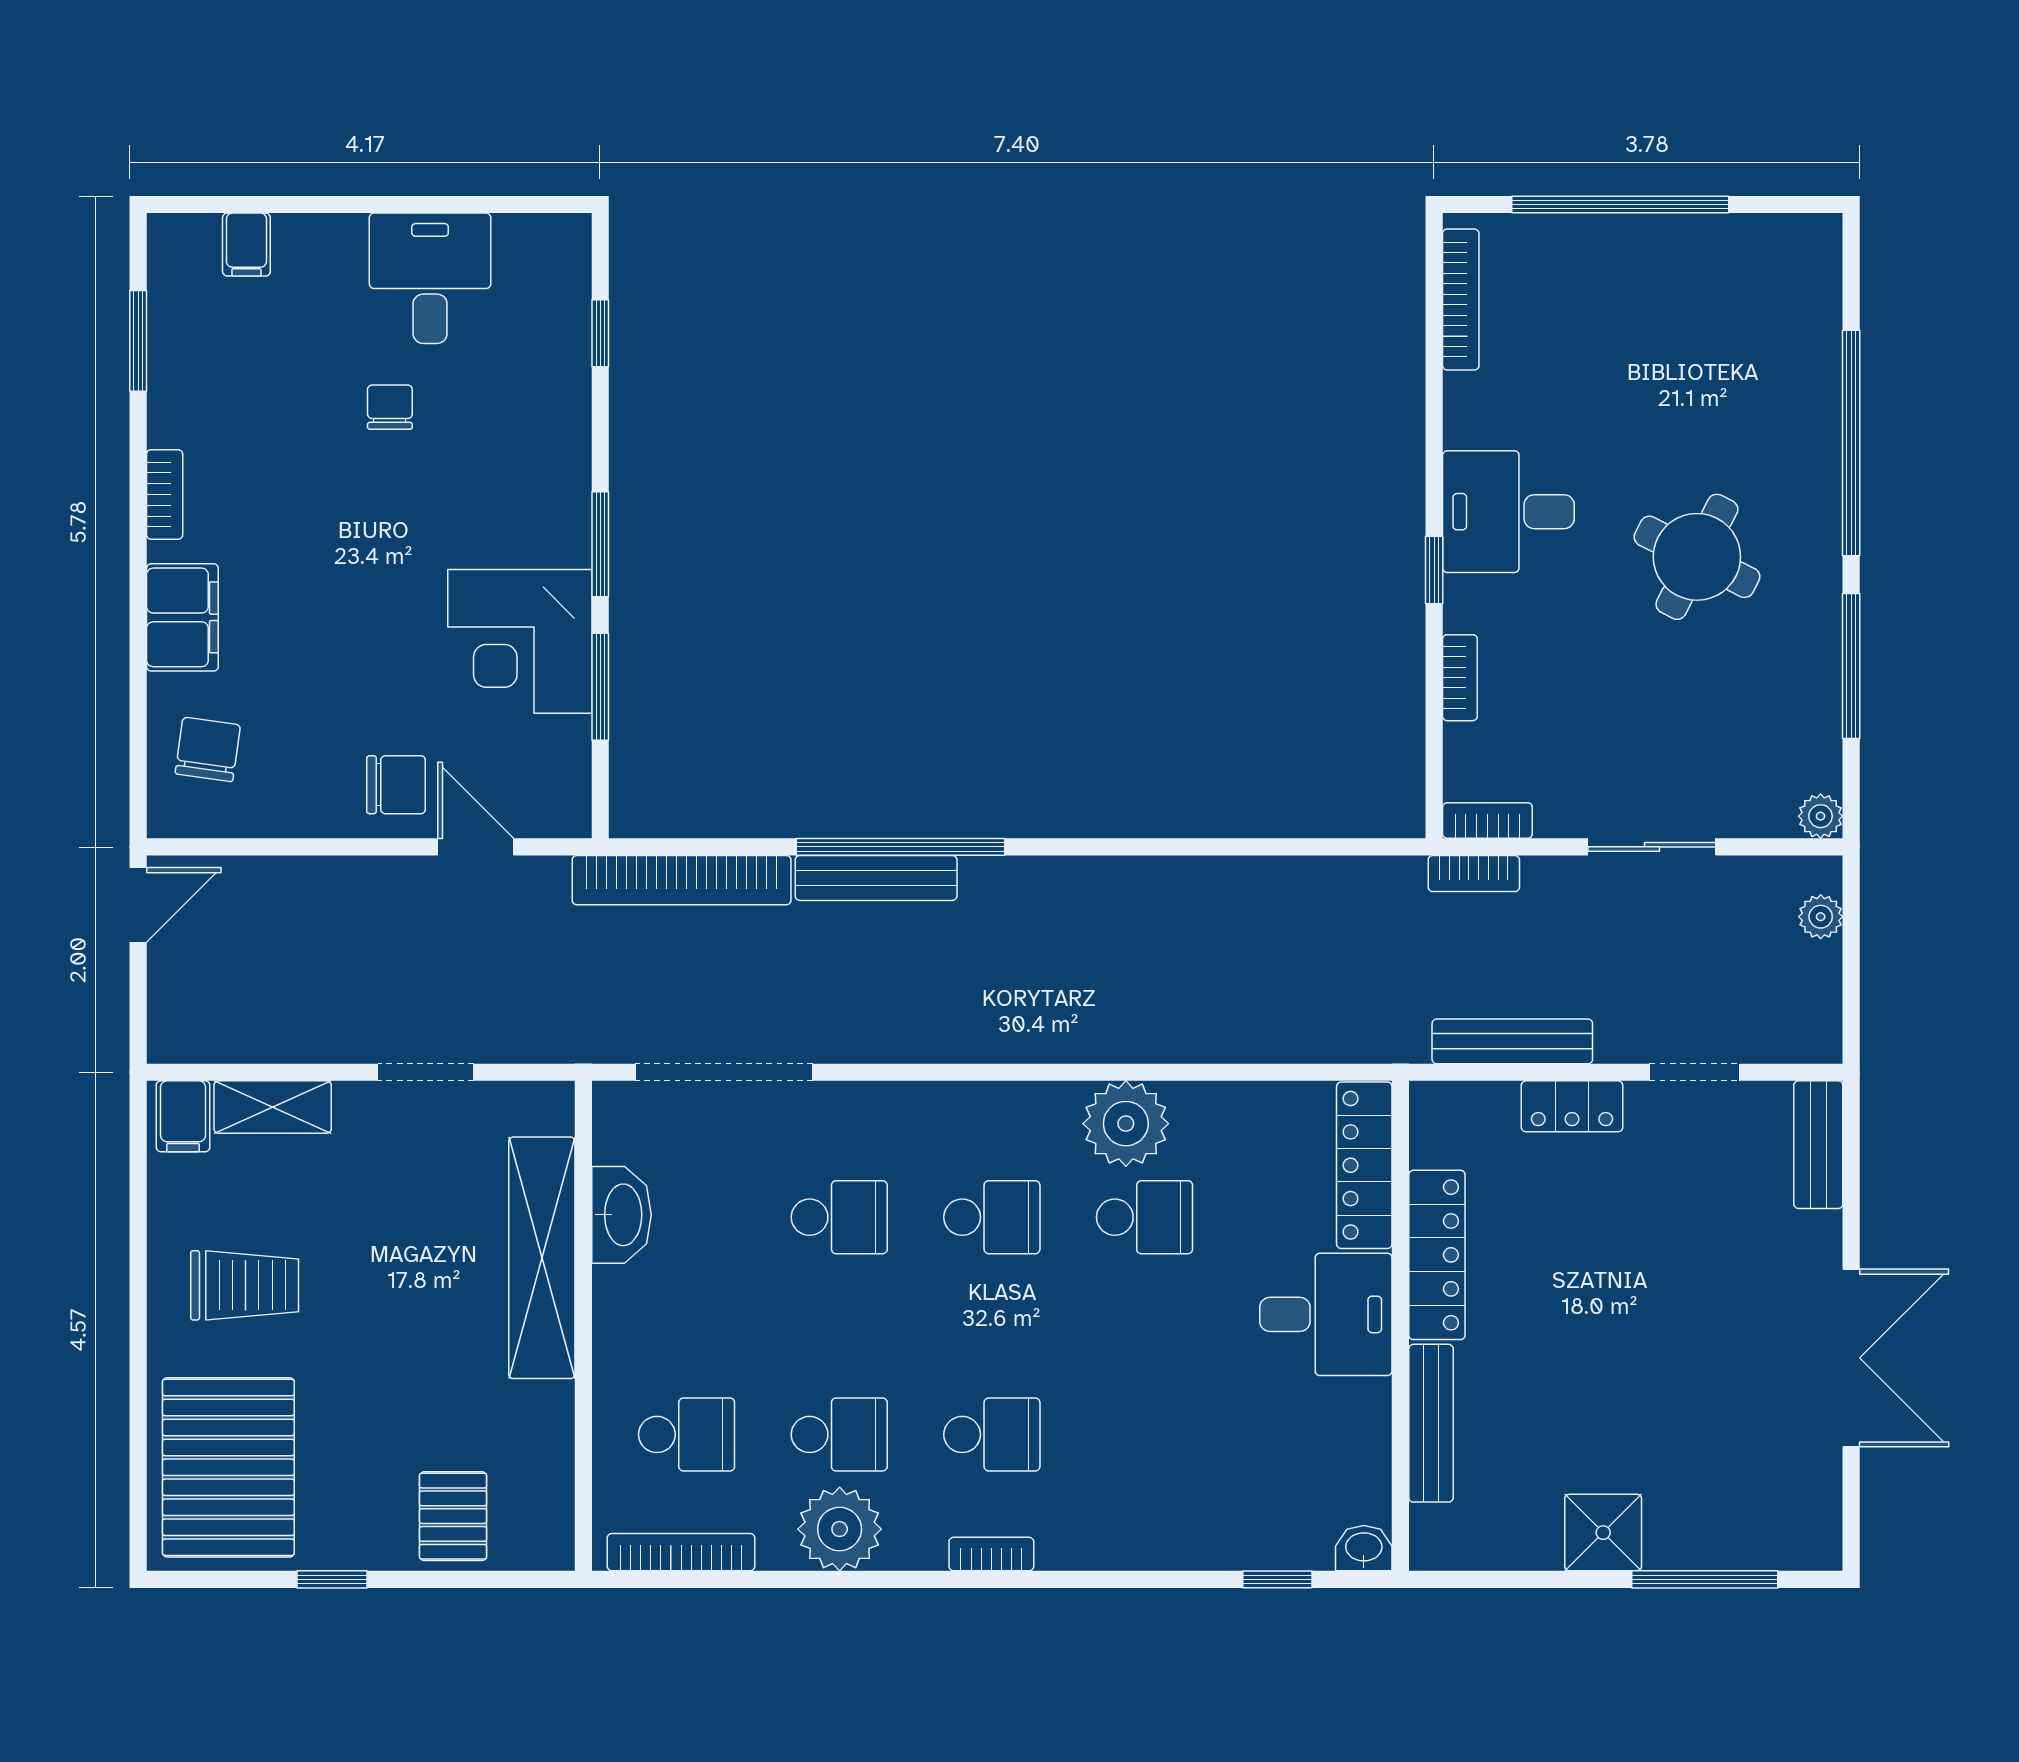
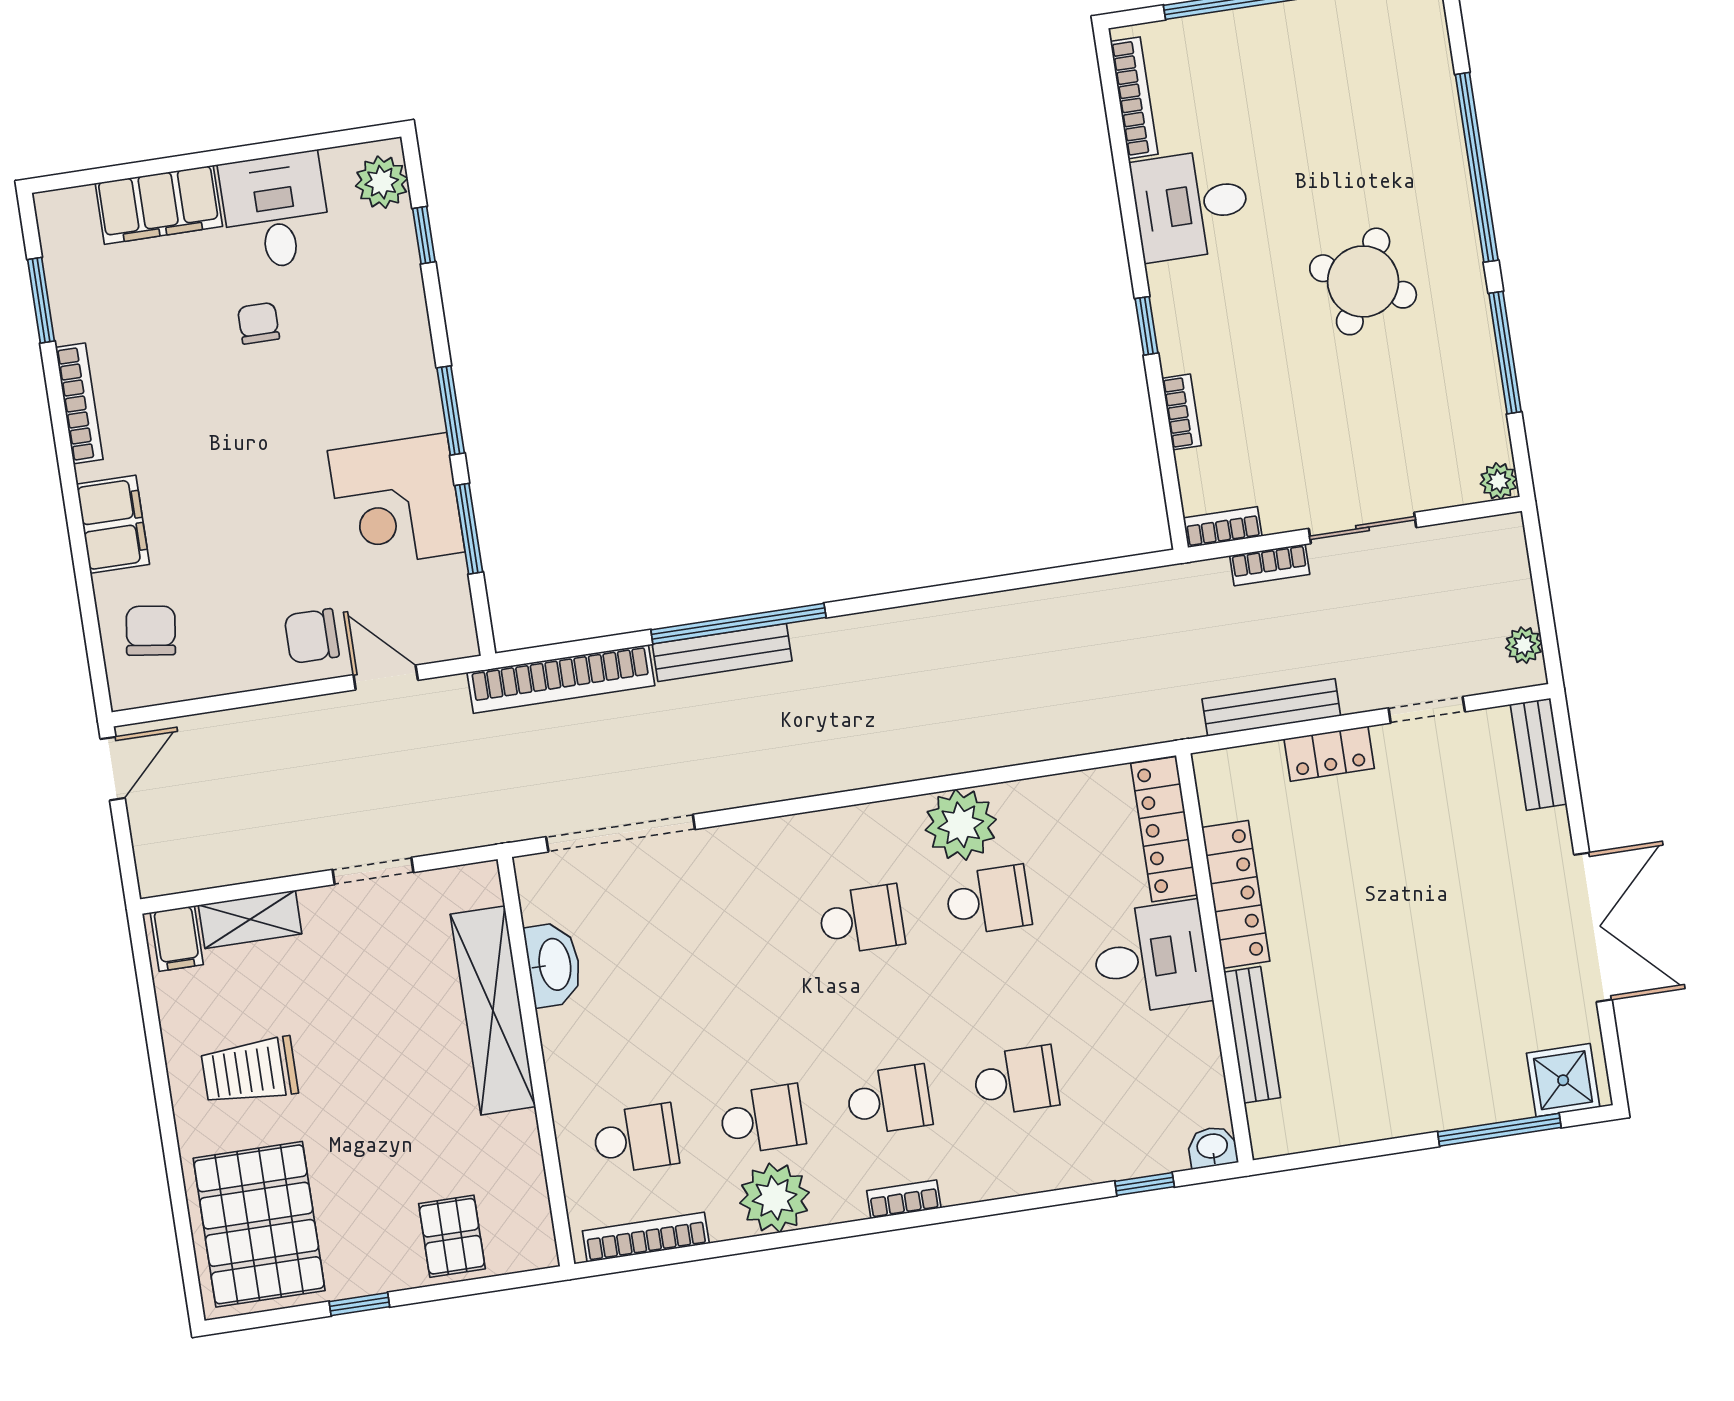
filing cabinet: (246, 245) -> (159, 205), width x3.00, depth x1.17
plant: (560, 263) -> (382, 182), added
bookcase: (165, 494) -> (79, 403), width x1.56
desk: (1508, 512) -> (1191, 205), moved
chair: (396, 785) -> (312, 636), turned 180
bookcase: (1474, 874) -> (1270, 565), moved
plant: (1821, 917) -> (1524, 645), moved
school desk: (839, 1217) -> (1016, 1081), moved
trolley: (245, 1285) -> (249, 1071), turned 180
shower: (1603, 1533) -> (1563, 1080), moved

